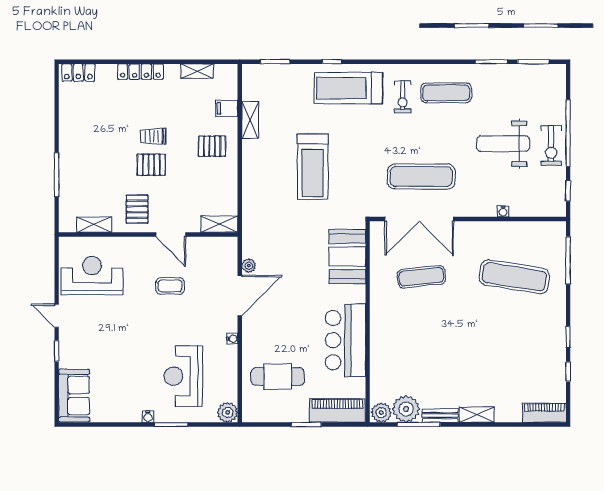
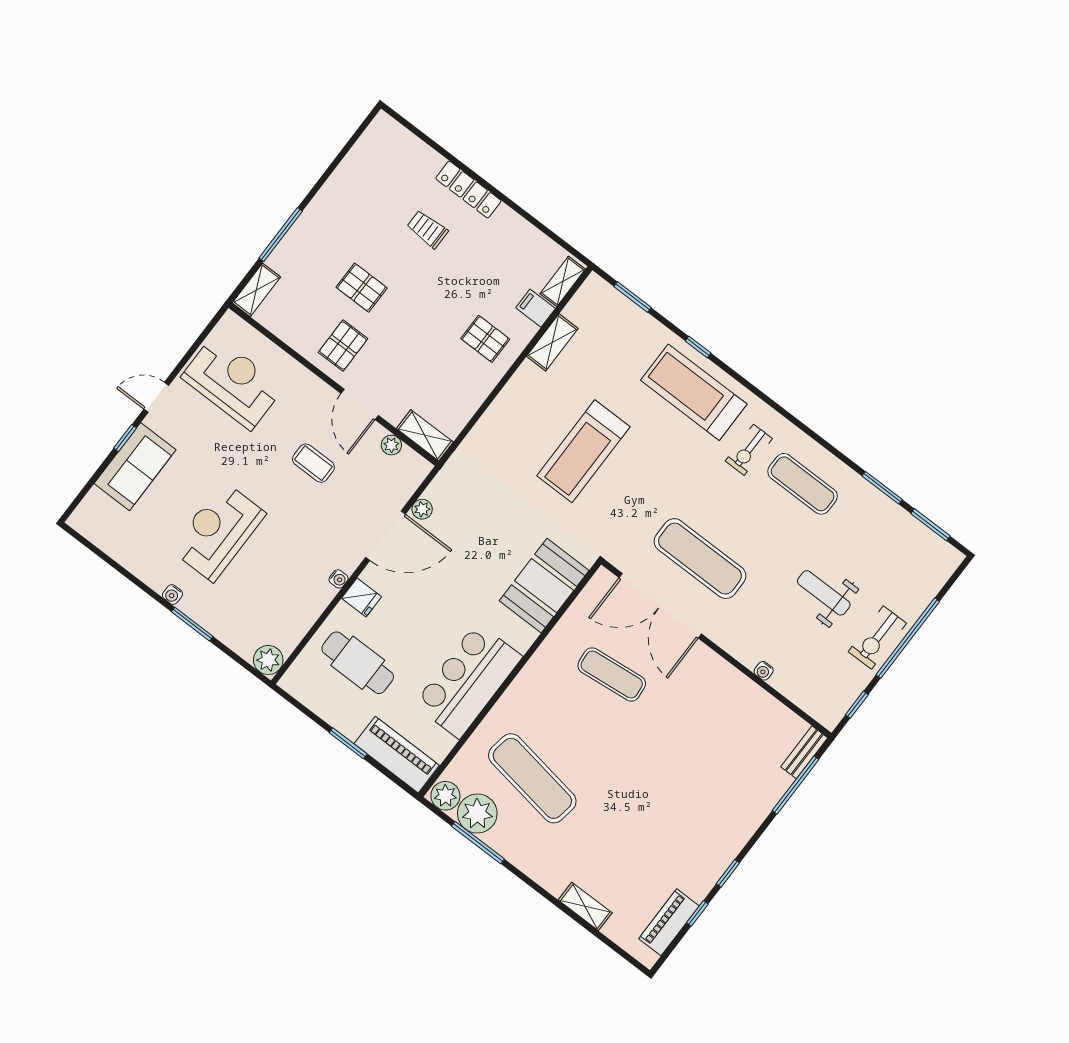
shelving: (197, 71) -> (563, 281), moved, turned 90
locker: (78, 73) -> (396, 136), removed
trolley: (153, 136) -> (427, 229), moved
weight bench: (503, 144) -> (824, 593), width x0.73, depth x0.75
pallet: (151, 165) -> (362, 288), moved
shelving: (94, 225) -> (256, 290), moved, turned 90
plant: (205, 243) -> (391, 445), added
exercise mat: (514, 277) -> (532, 778), moved
door: (57, 316) -> (156, 397), hinge flipped
fridge: (252, 339) -> (361, 598), added
reception desk: (183, 376) -> (218, 532), moved
sofa: (74, 396) -> (135, 467), moved
piano: (544, 413) -> (669, 922), moved, turned -90
shelving: (477, 415) -> (585, 906), moved
bench: (440, 416) -> (804, 752), moved, turned 90

